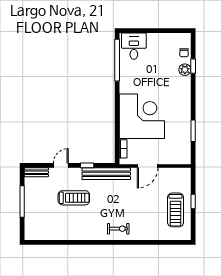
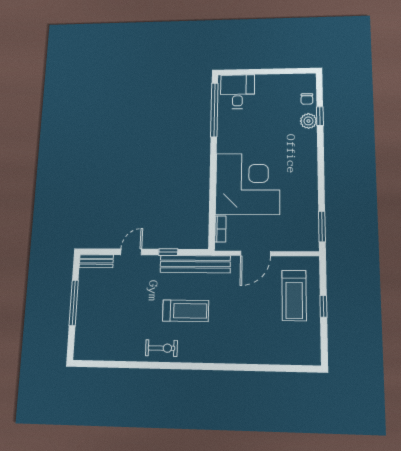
window: (193, 131) -> (322, 227), moved
treadmill: (74, 198) -> (186, 311), moved
treadmill: (176, 210) -> (294, 295), moved
exercise bike: (118, 229) -> (161, 348), moved

